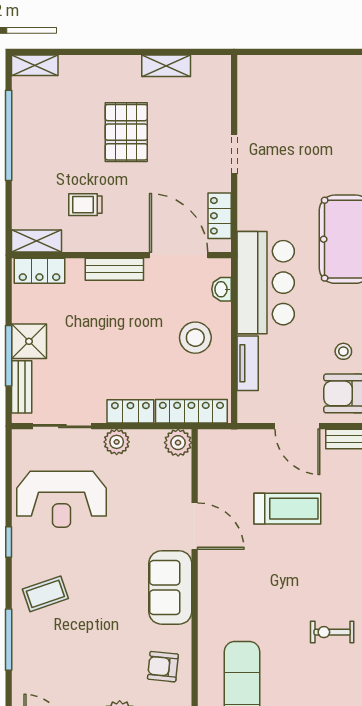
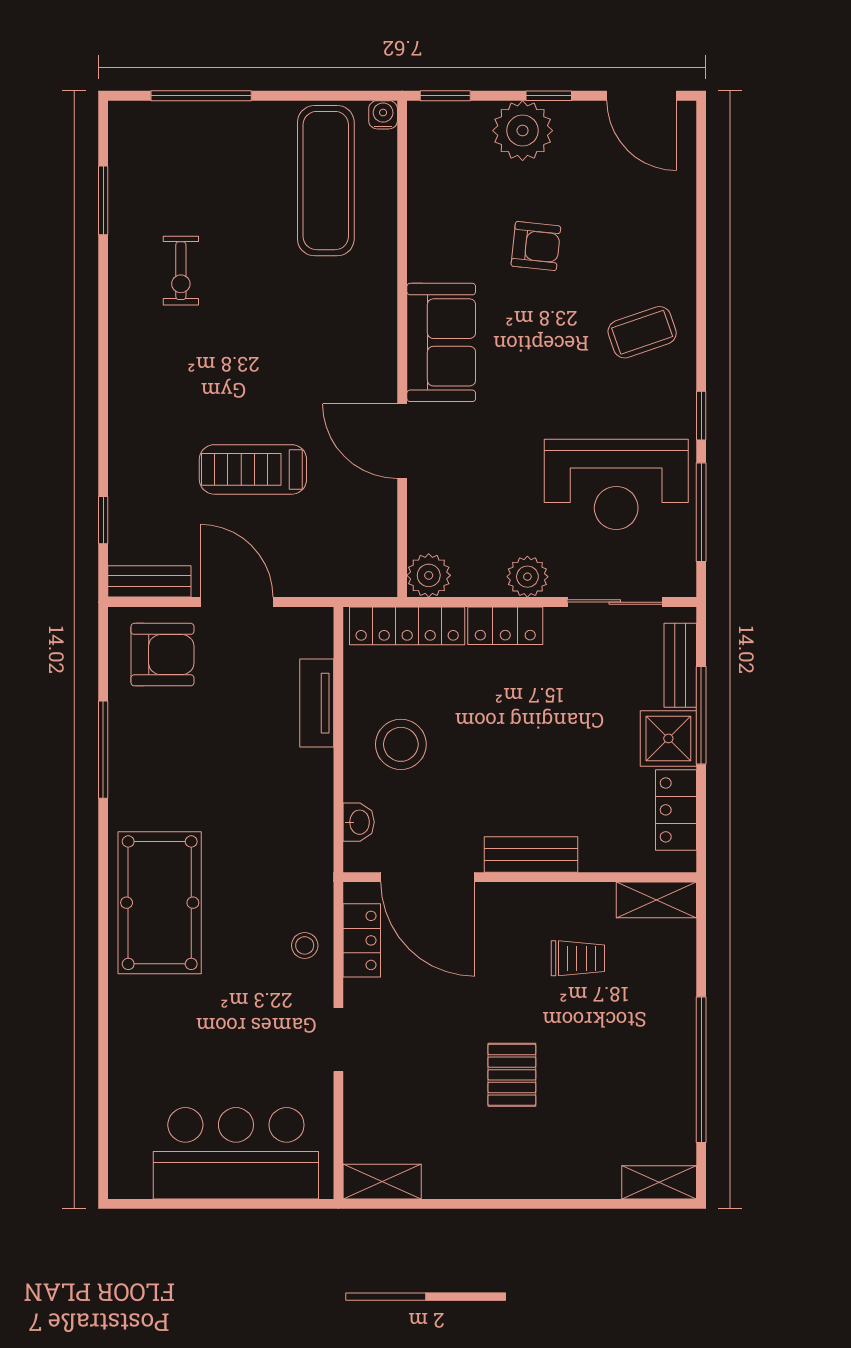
shelving: (166, 66) -> (382, 1182), moved
pallet: (126, 132) -> (512, 1075), width x0.67, depth x0.71
locker: (39, 271) -> (676, 810), moved, turned -90
bar counter: (266, 283) -> (236, 1153), moved, turned 90
stool: (343, 351) -> (305, 945), moved
reception desk: (61, 499) -> (616, 484), turned 180
exercise bike: (332, 632) -> (181, 271), turned 90
window: (9, 640) -> (701, 512), moved
armchair: (163, 667) -> (536, 246), moved

